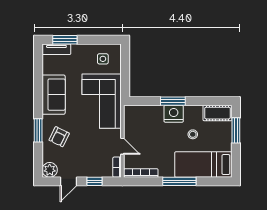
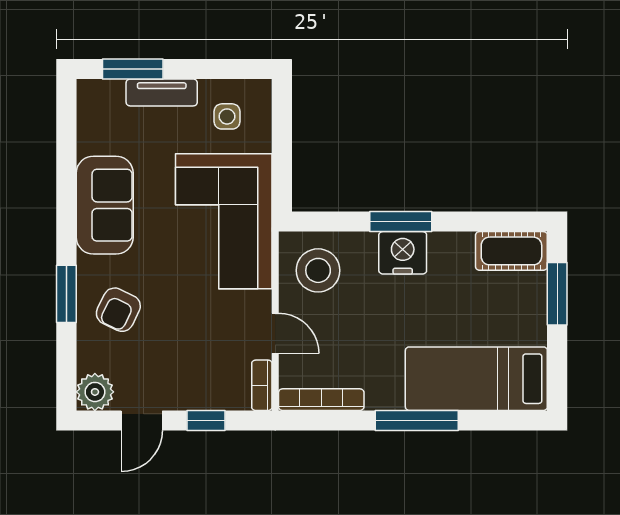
tv unit: (56, 49) -> (162, 92), moved
stool: (193, 134) -> (318, 270), moved, width x1.89, depth x1.89

